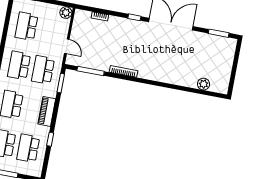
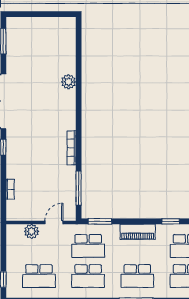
plant: (66, 13) -> (31, 231), moved
plant: (204, 84) -> (69, 82), moved

